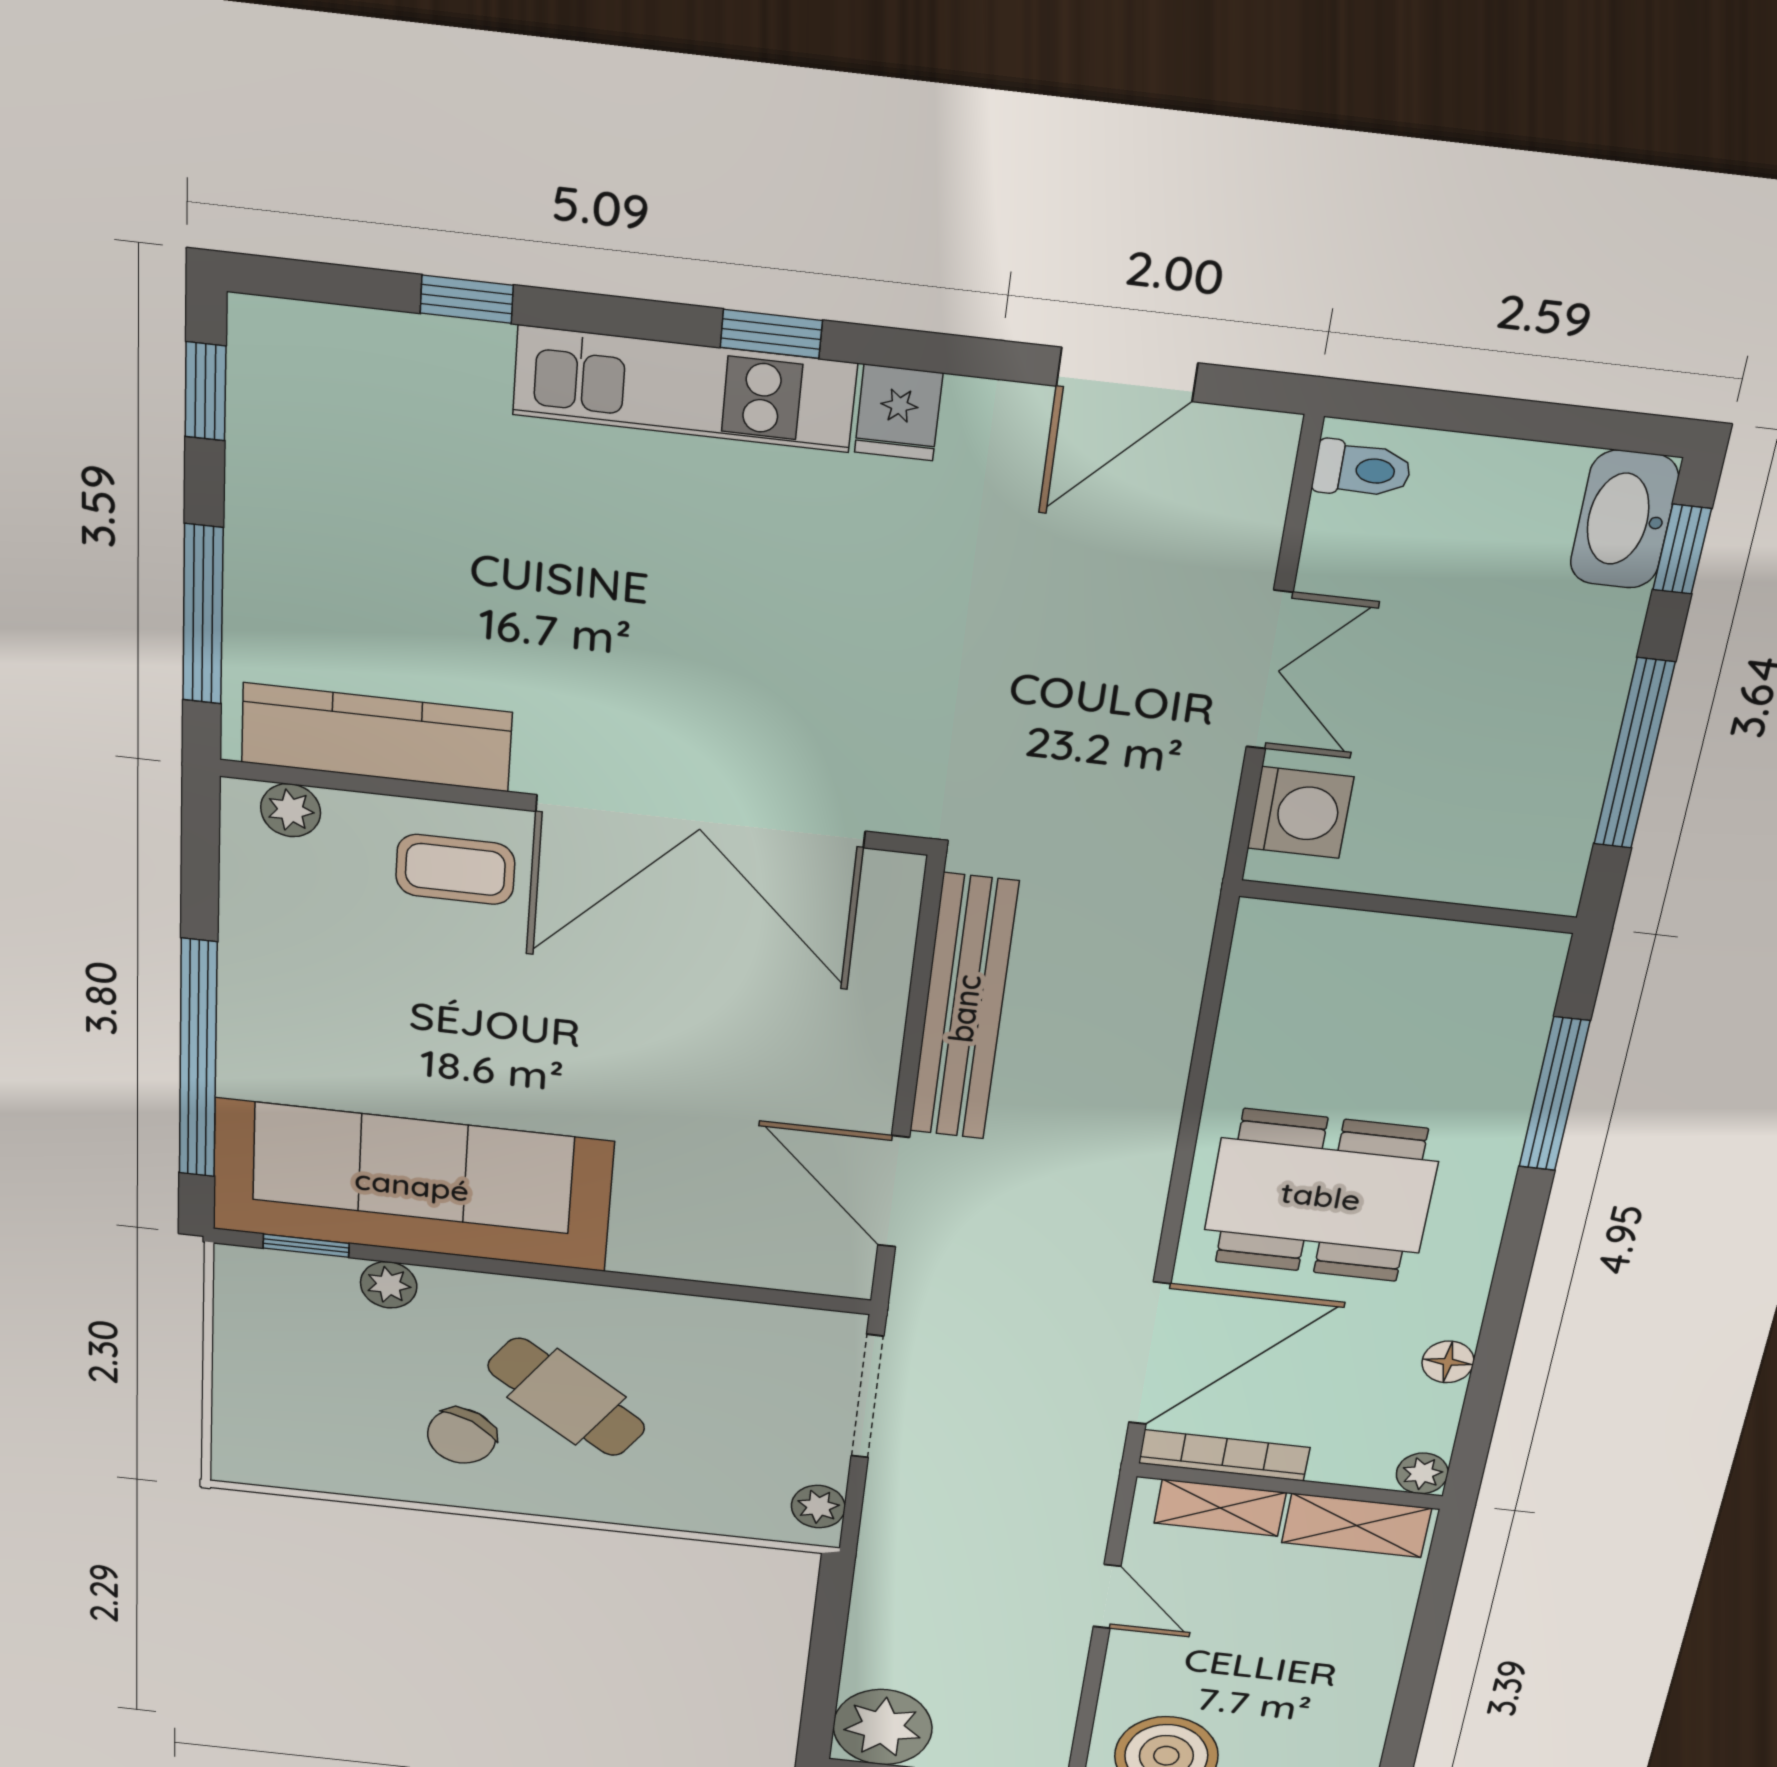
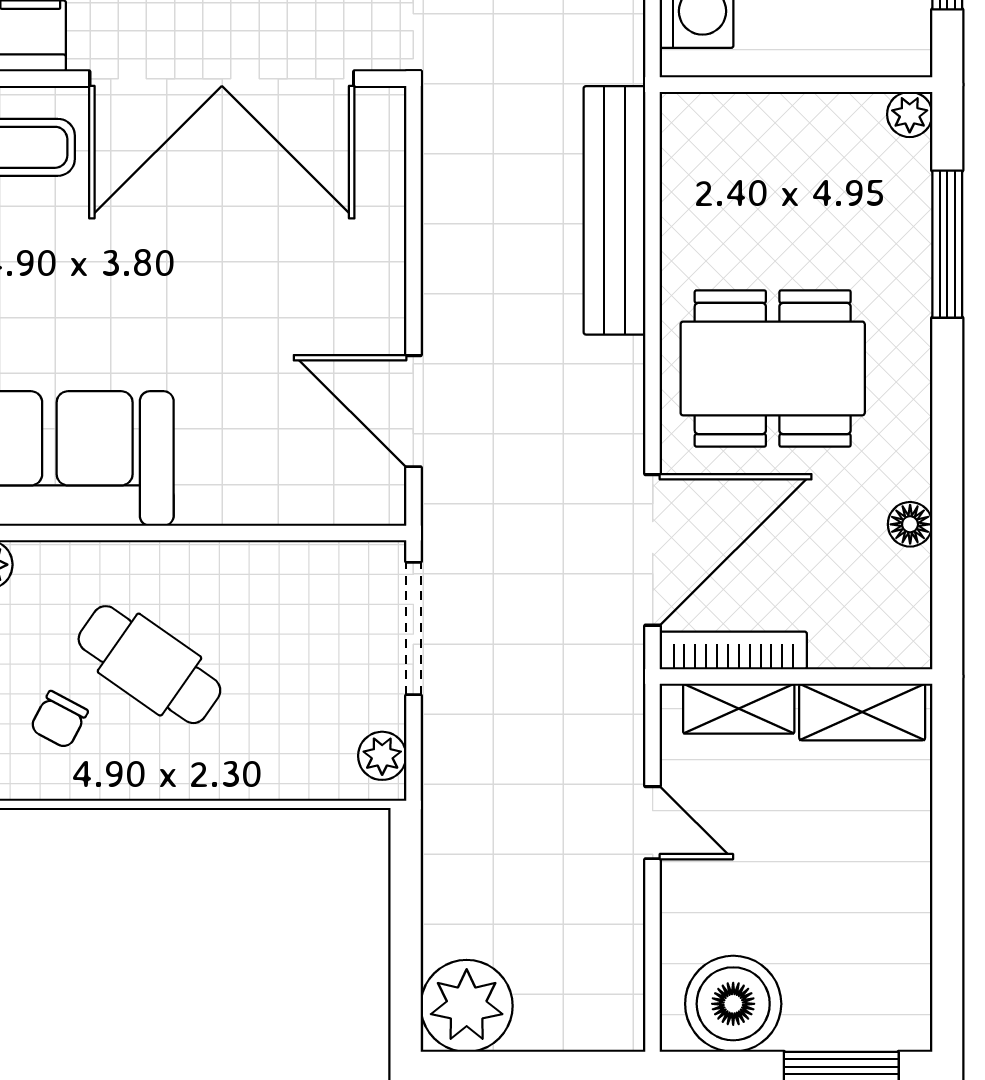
bench: (964, 1008) -> (614, 210), moved
chair: (462, 1436) -> (59, 720), width x0.73, depth x0.73
plant: (1422, 1473) -> (910, 114), moved

